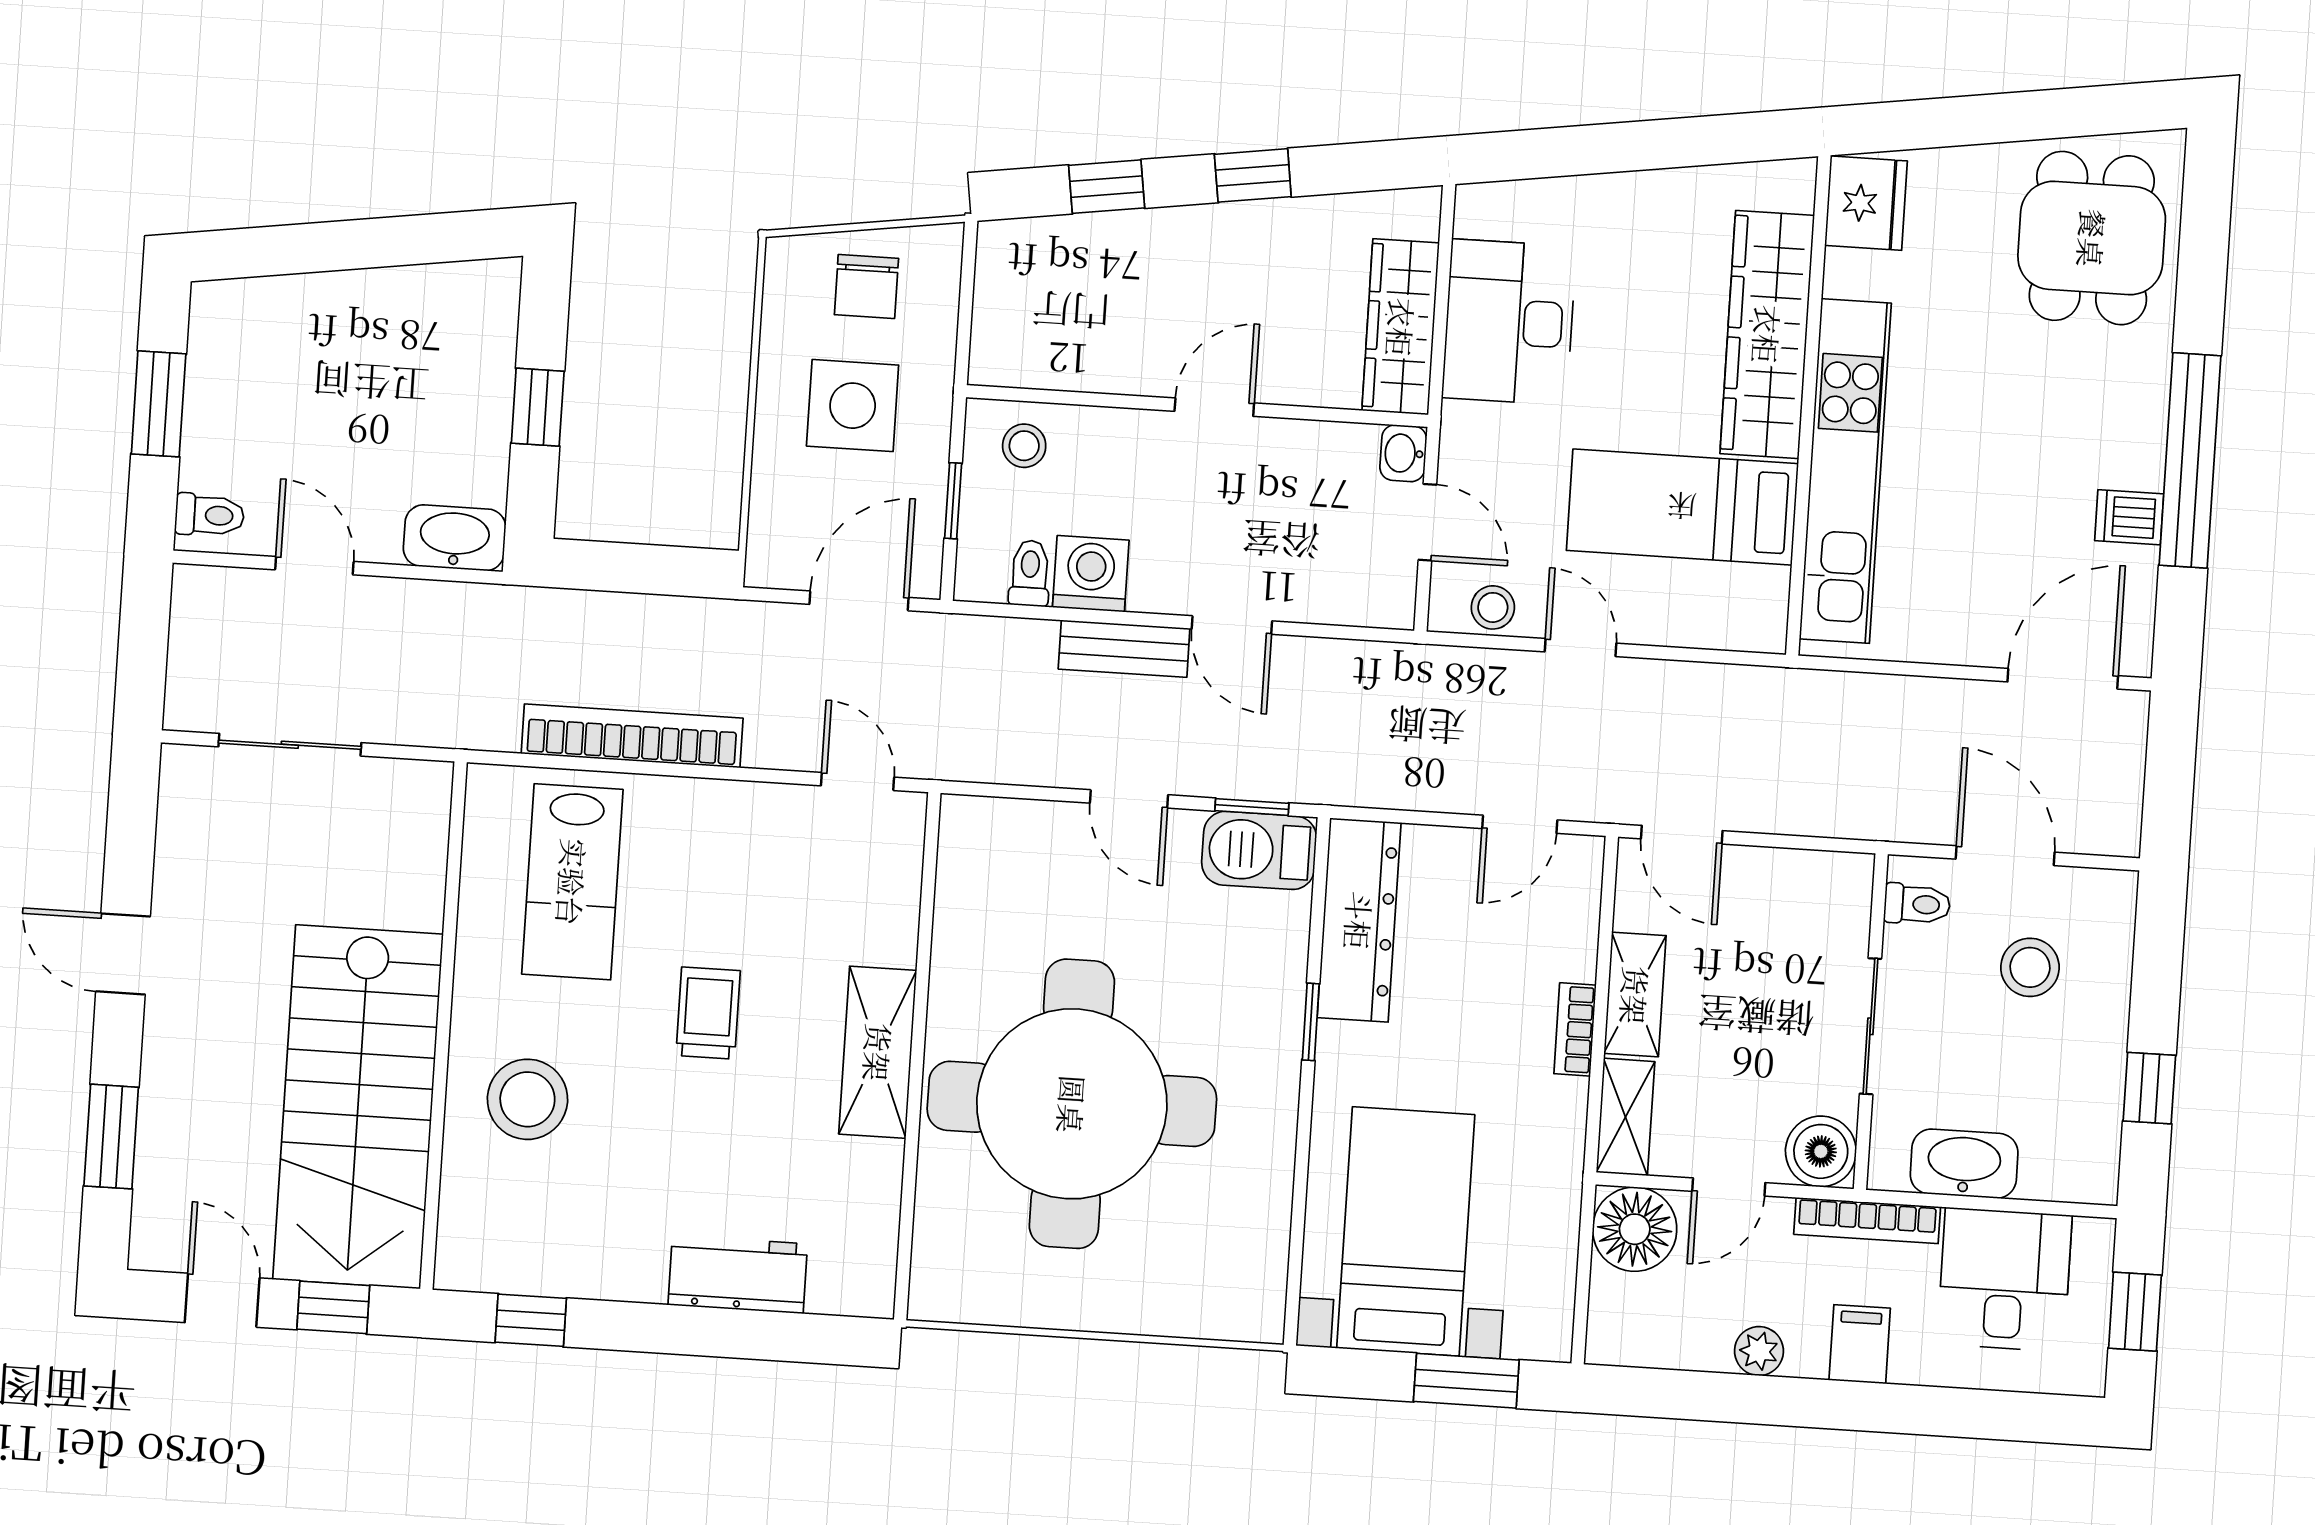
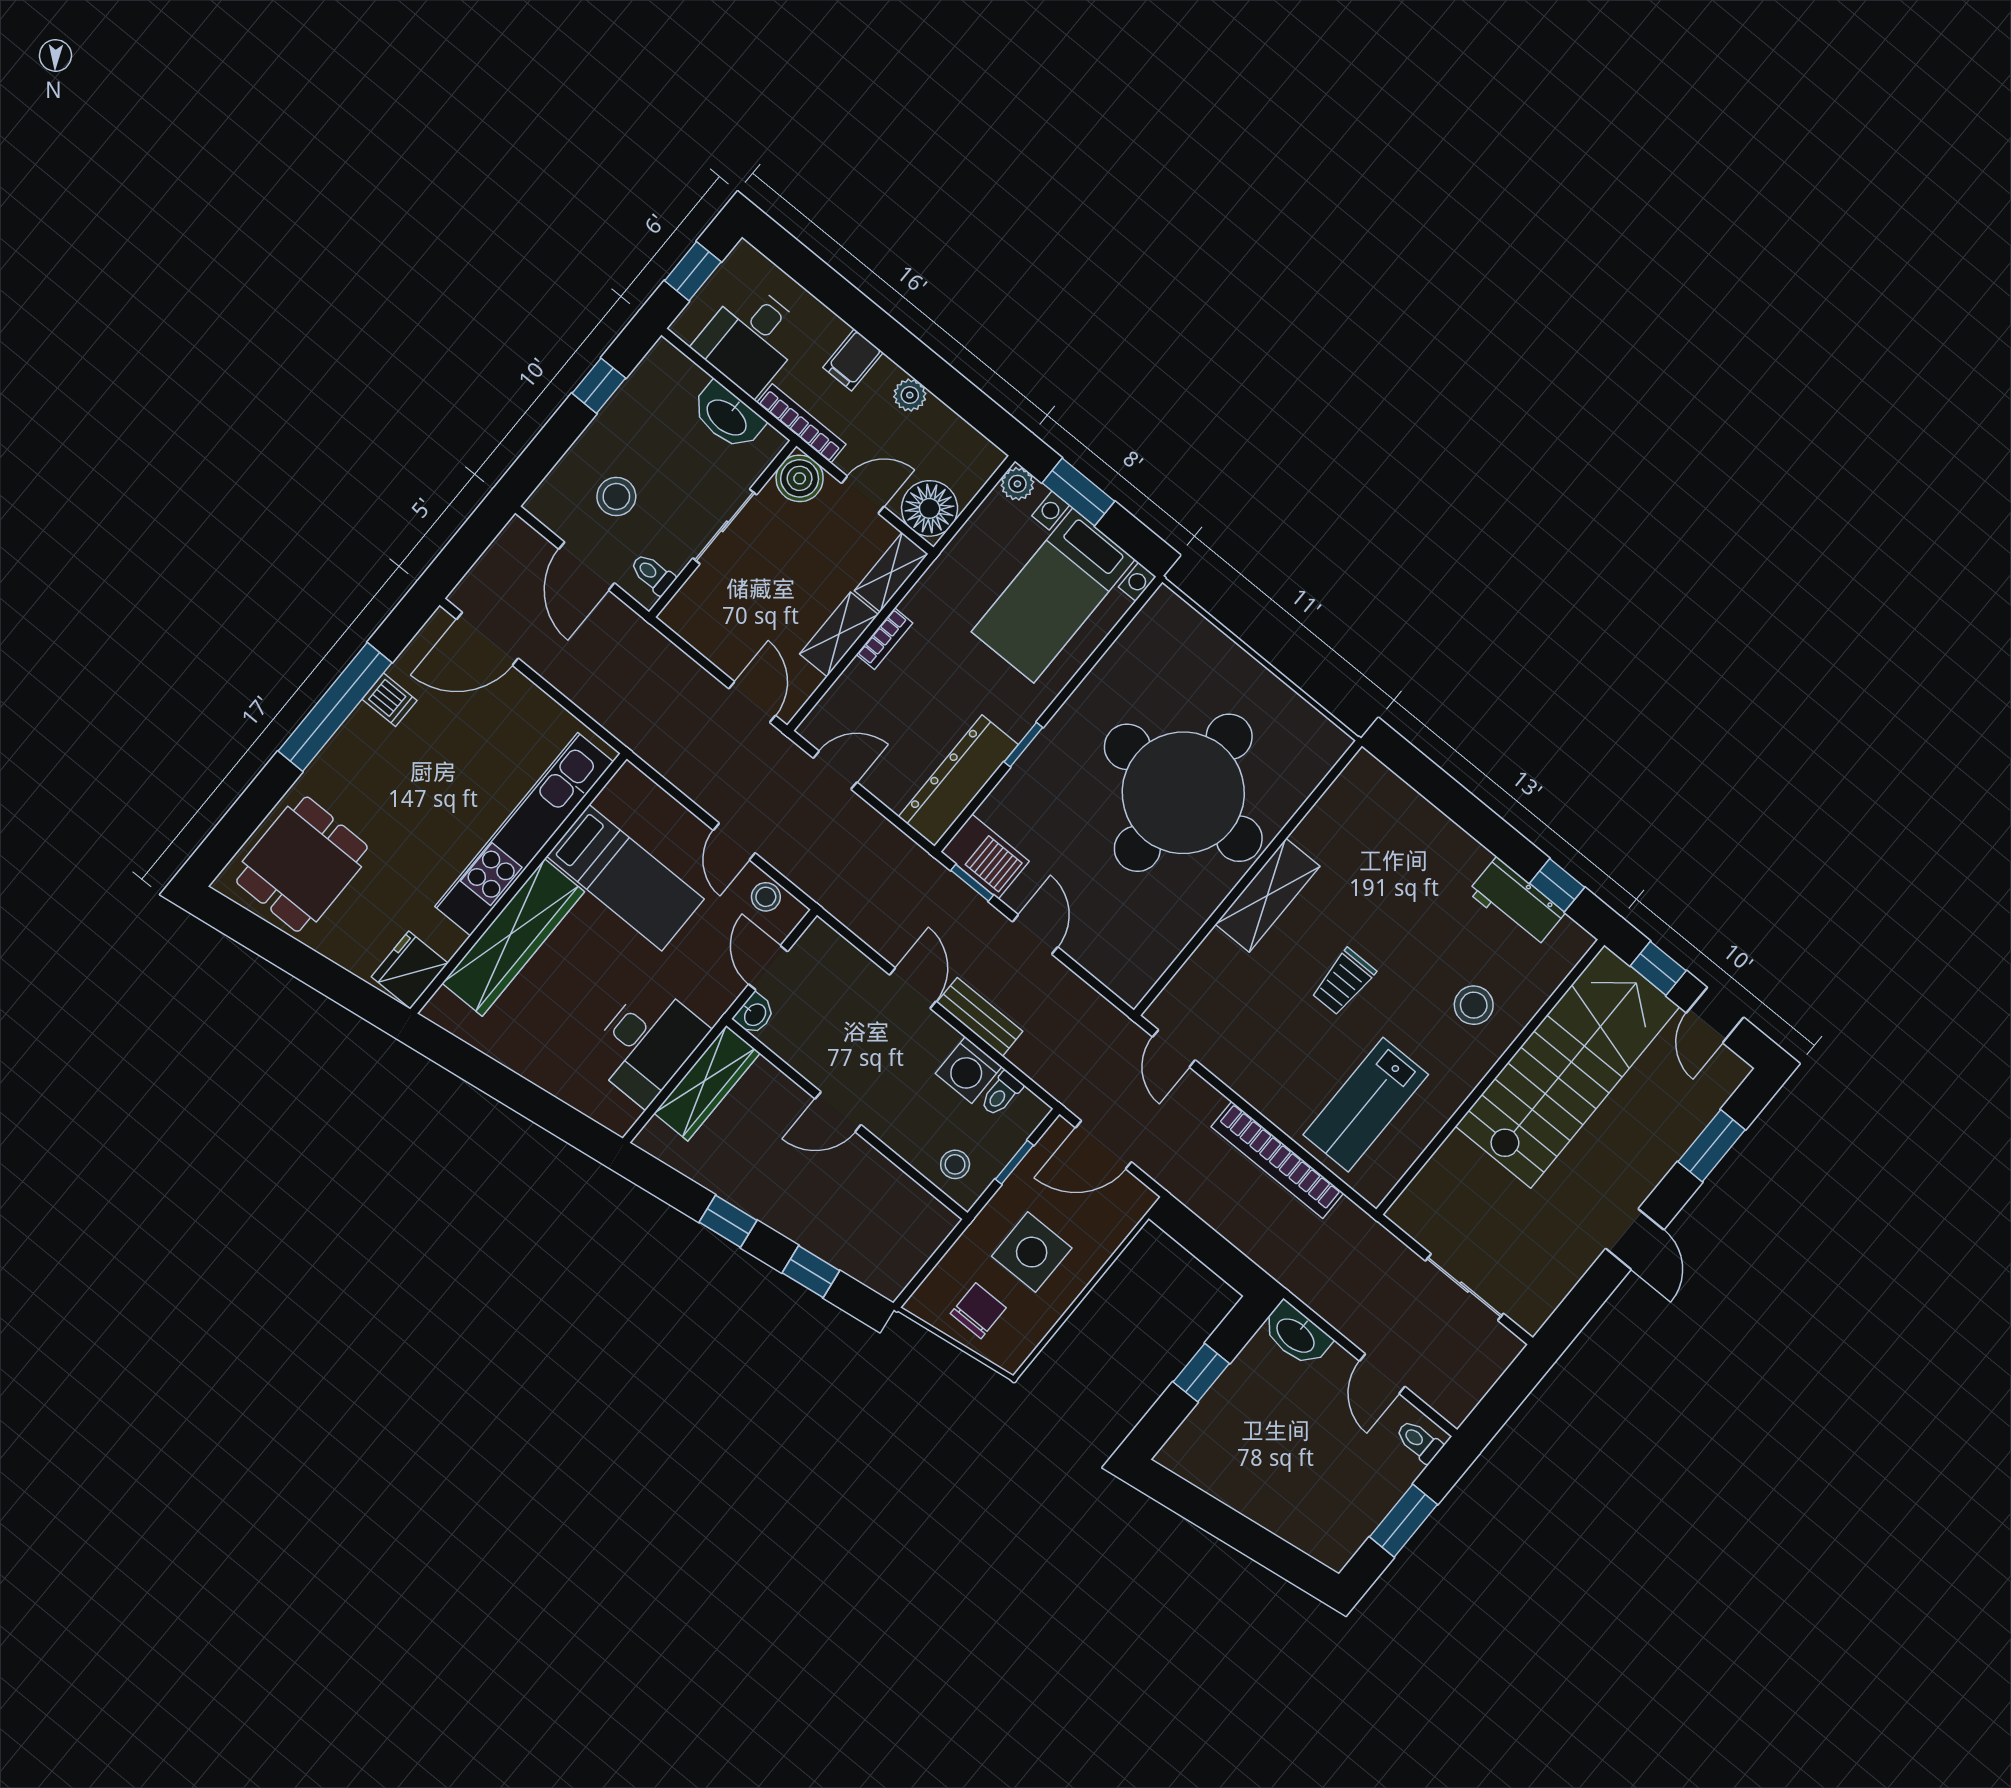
lab bench: (572, 882) -> (1366, 1105), turned 180
stool: (527, 1099) -> (1474, 1005), width x0.73, depth x0.73
workbench: (738, 1274) -> (1516, 902), moved
plant: (1548, 1337) -> (1017, 484), added

